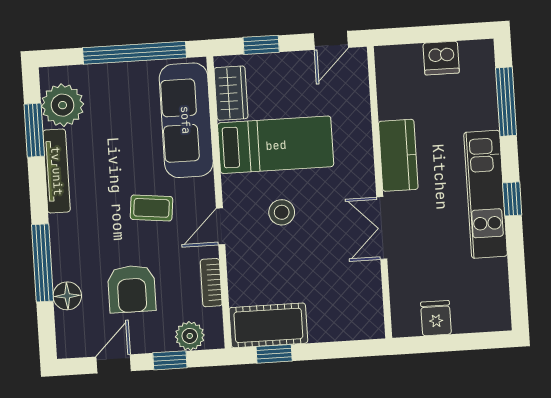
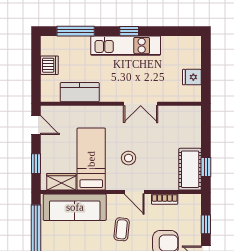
kitchen counter: (398, 155) -> (80, 92), moved
plant: (190, 336) -> (193, 213), removed

